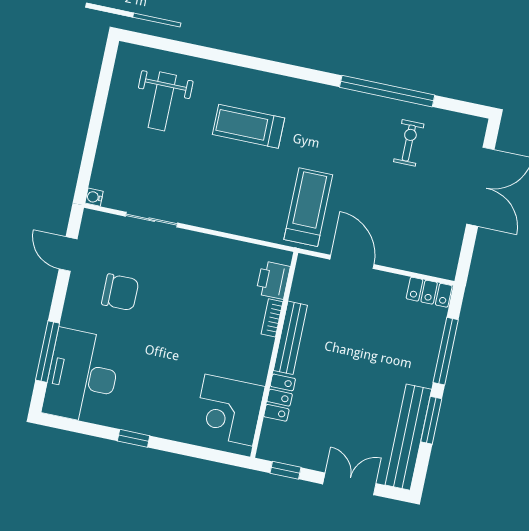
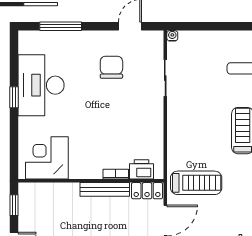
chair: (120, 292) -> (111, 67), turned 180
desk: (82, 376) -> (41, 85), moved, turned -90
locker: (280, 398) -> (147, 191), moved

